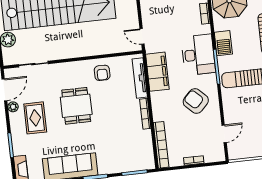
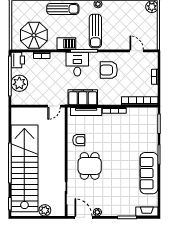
desk: (198, 55) -> (77, 64), width x0.73
armchair: (196, 101) -> (109, 70), turned 46
dining table: (76, 106) -> (90, 166), moved, turned 90
rug: (35, 118) -> (108, 196), removed

